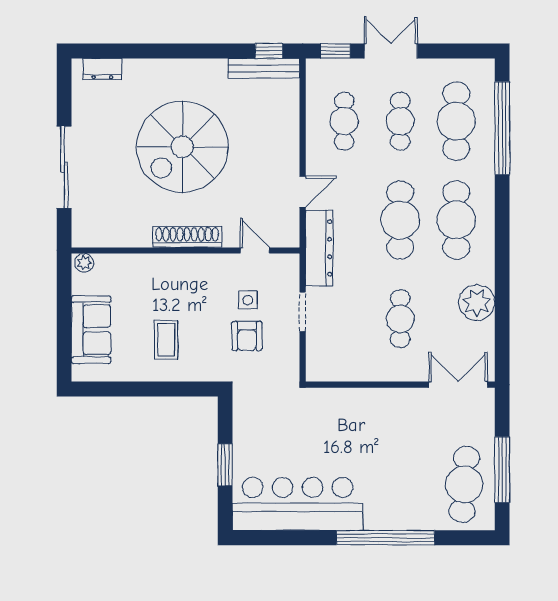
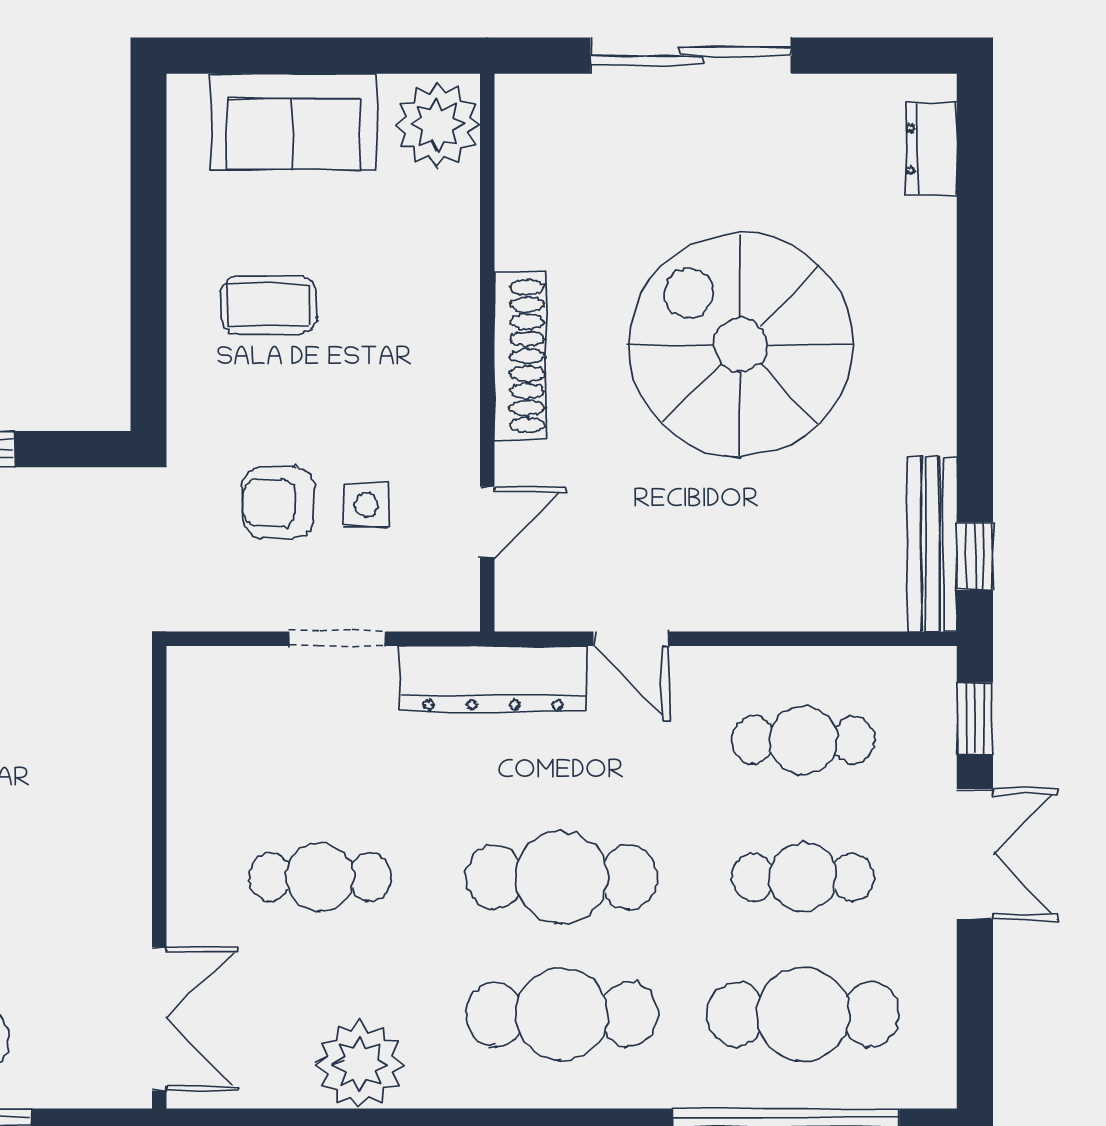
plant: (84, 263) -> (437, 125), width x1.87, depth x1.87

